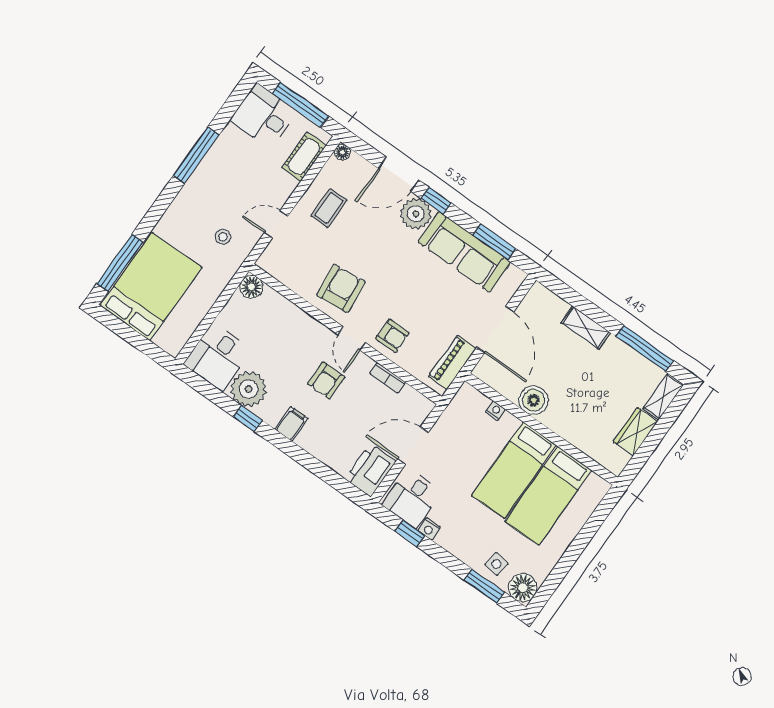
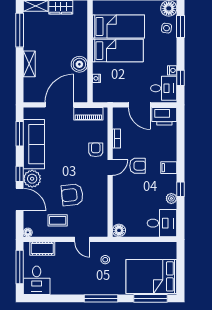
window: (196, 155) -> (101, 298), moved
armchair: (341, 288) -> (72, 195), moved
plant: (249, 389) -> (171, 198), width x0.53, depth x0.53

